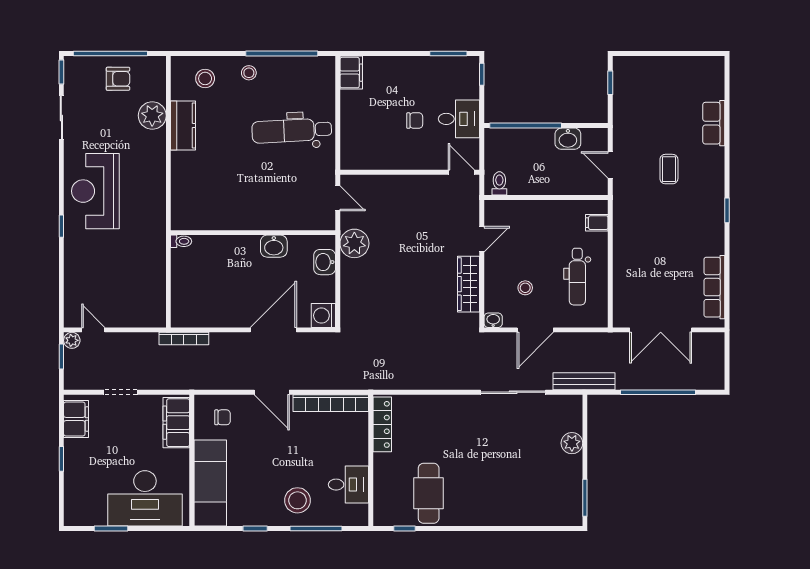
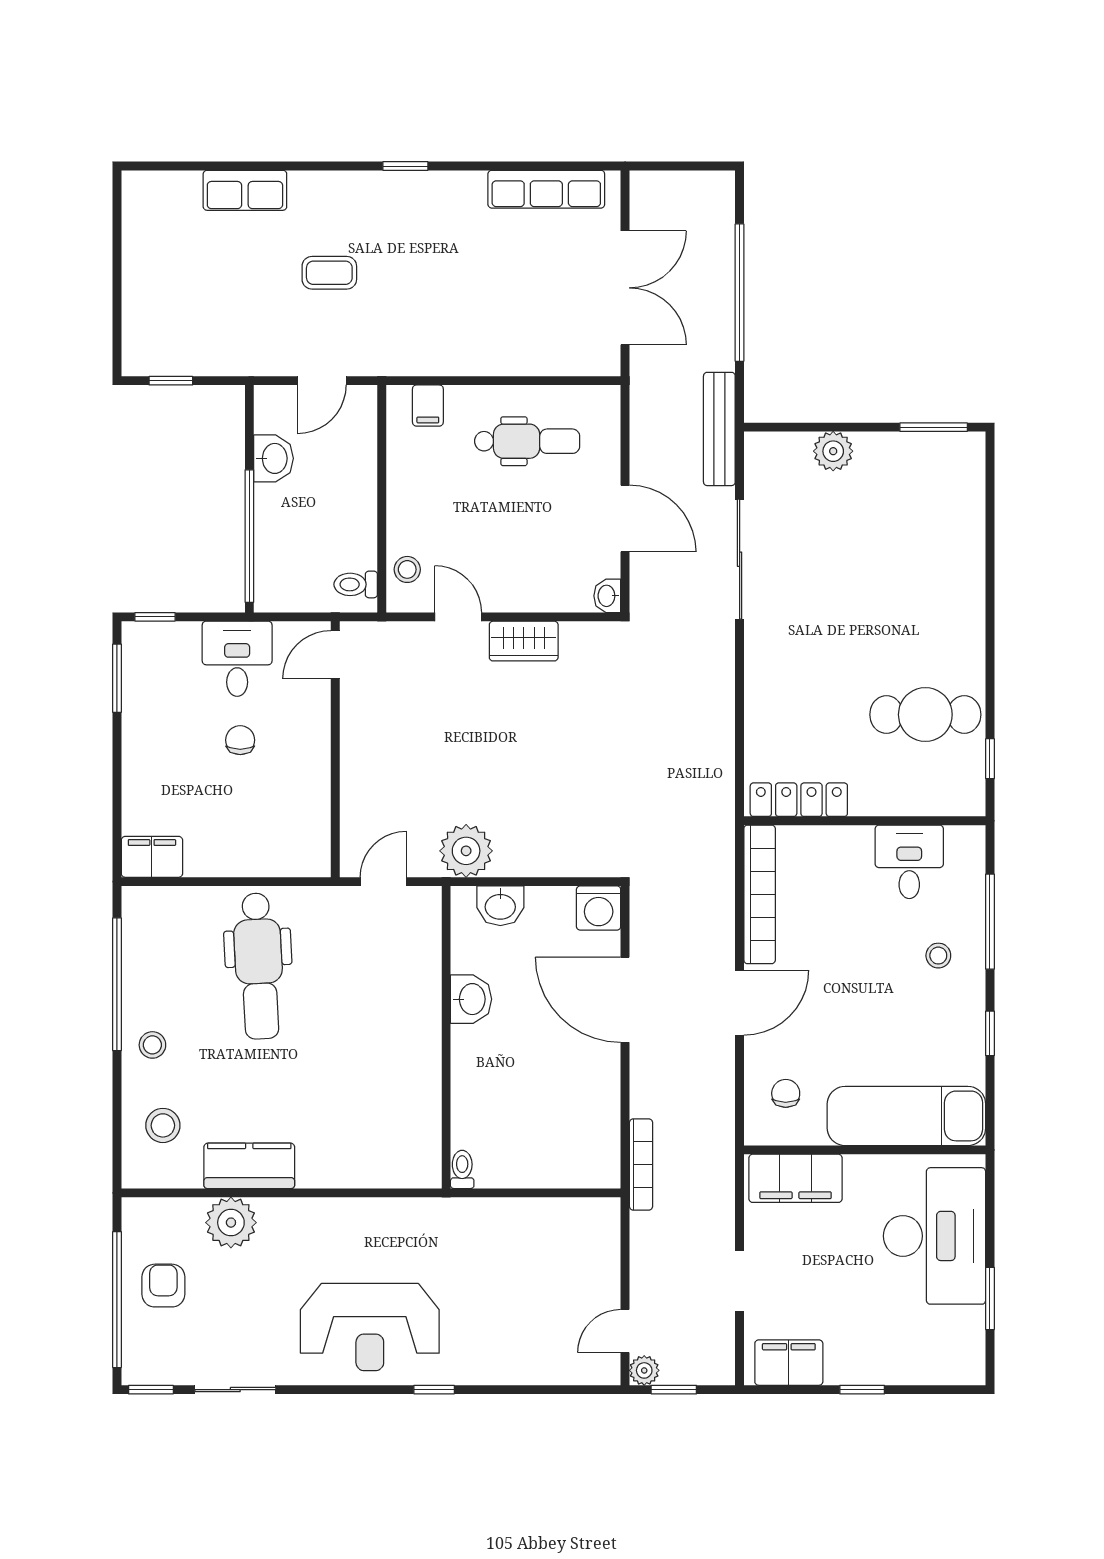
wardrobe: (469, 284) -> (524, 641), width x0.67
stool: (525, 288) -> (407, 569), moved
stool: (297, 500) -> (938, 956), width x0.53, depth x0.53

